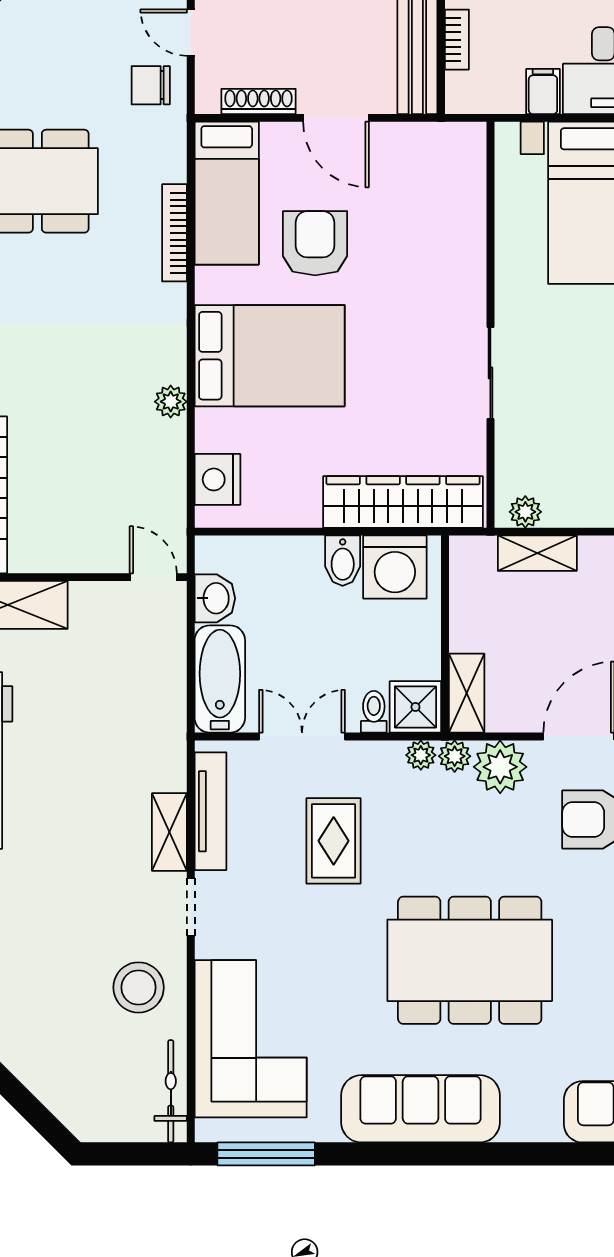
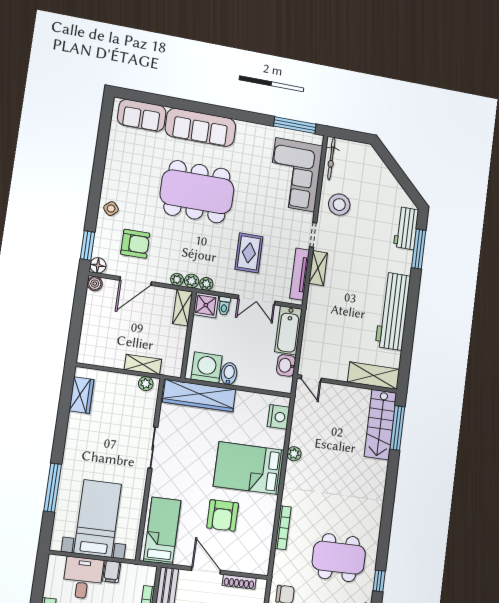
bed: (227, 193) -> (162, 531), moved
plant: (500, 767) -> (177, 279), width x0.53, depth x0.53
sofa: (421, 1109) -> (201, 127), moved

